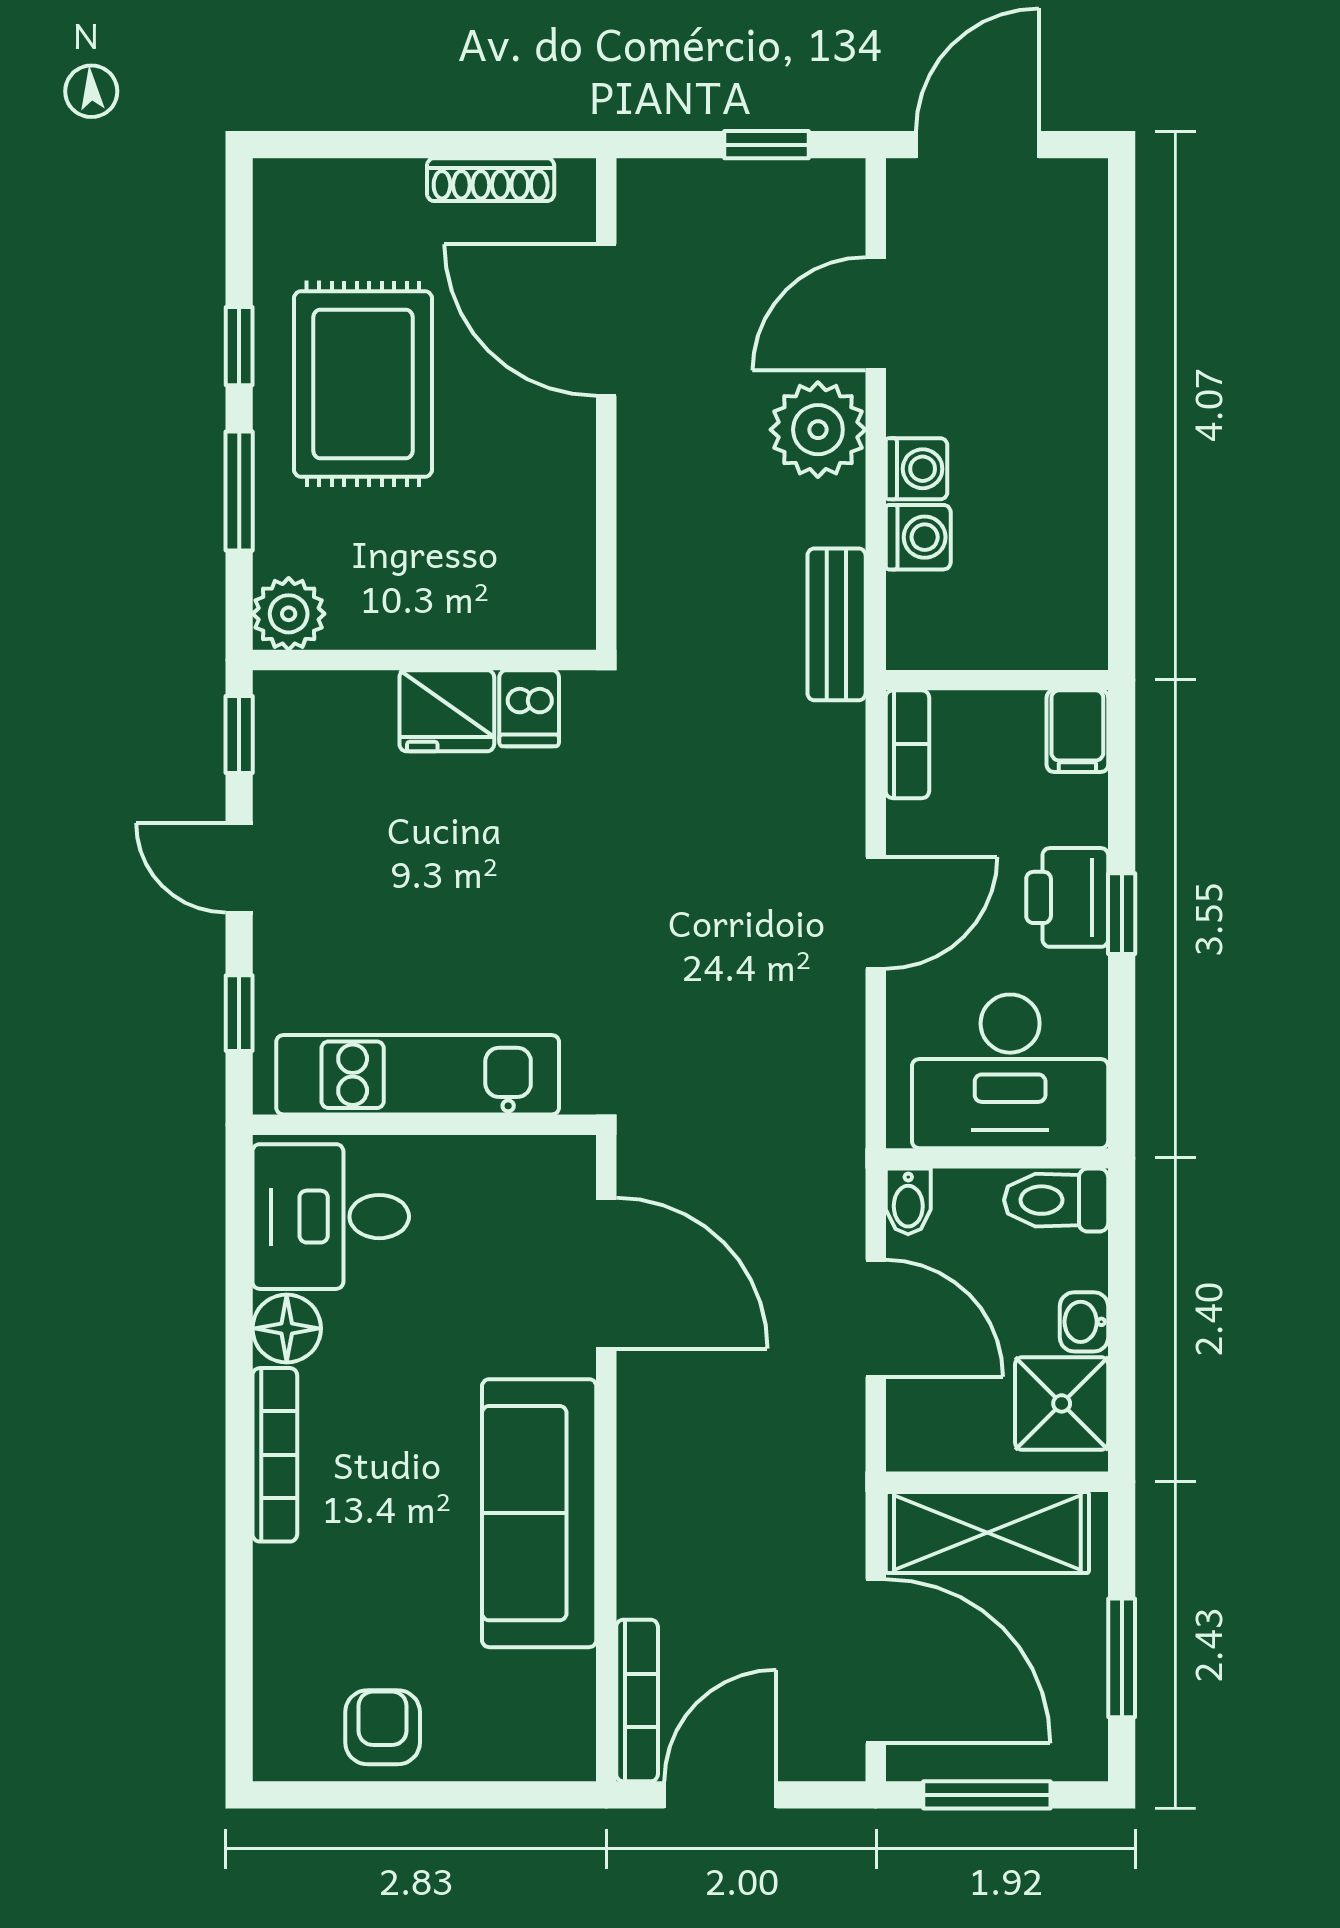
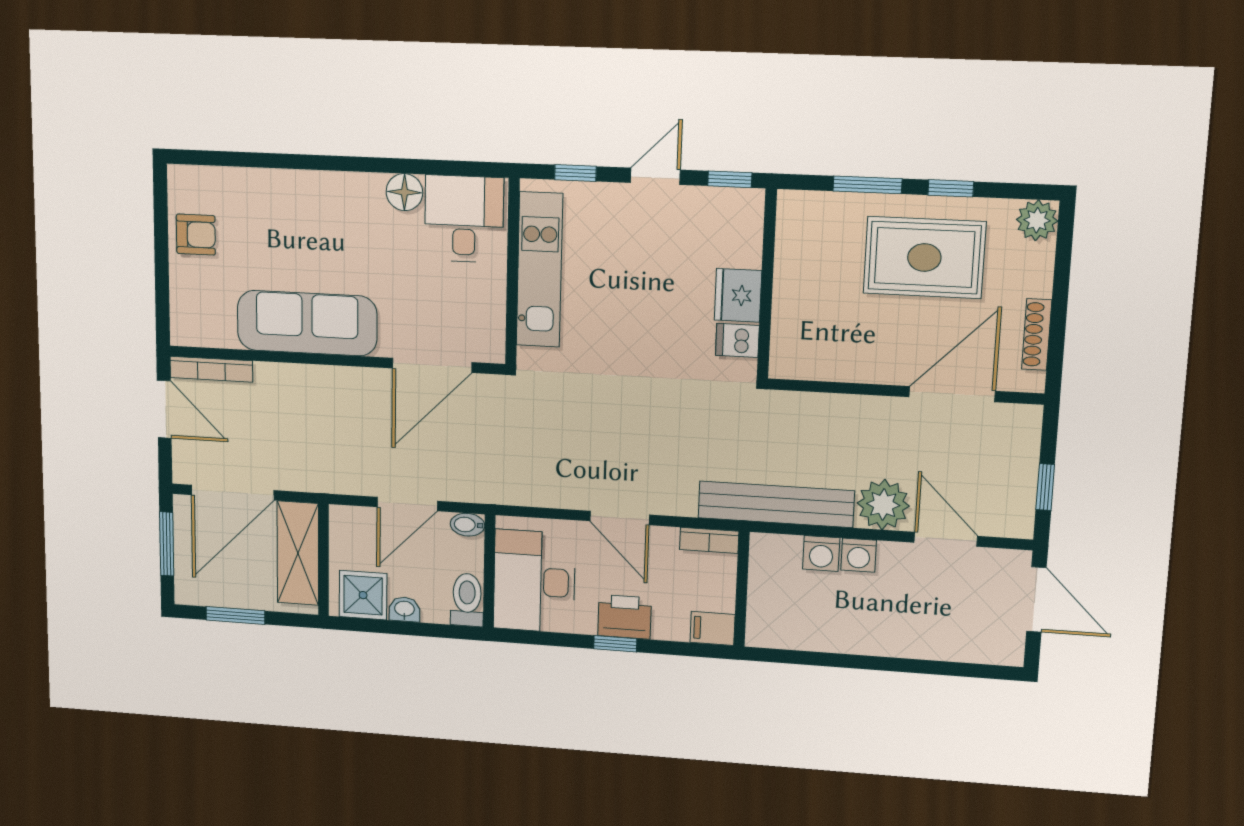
plant: (289, 614) -> (1037, 220), moved
bench: (837, 624) -> (776, 504), width x1.86, depth x1.21
bookcase: (275, 1455) -> (337, 183), removed

